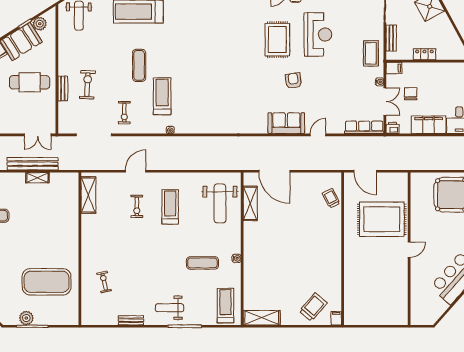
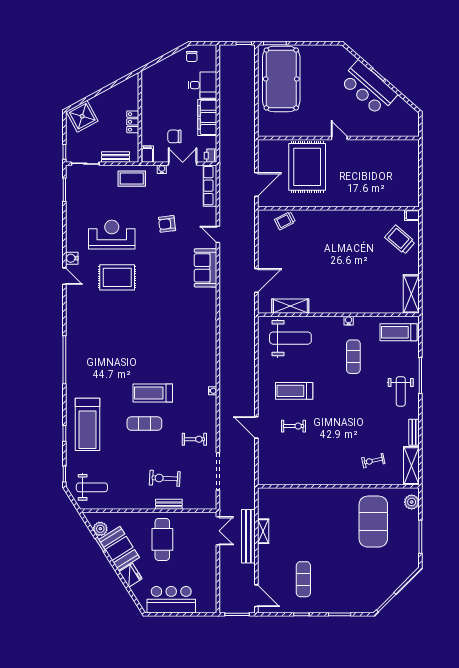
armchair: (293, 81) -> (167, 224), moved
treadmill: (162, 96) -> (153, 393), moved
door: (274, 171) -> (256, 281), width x0.73
shelving: (88, 195) -> (411, 466), moved, turned 90
plant: (26, 318) -> (412, 502), moved

